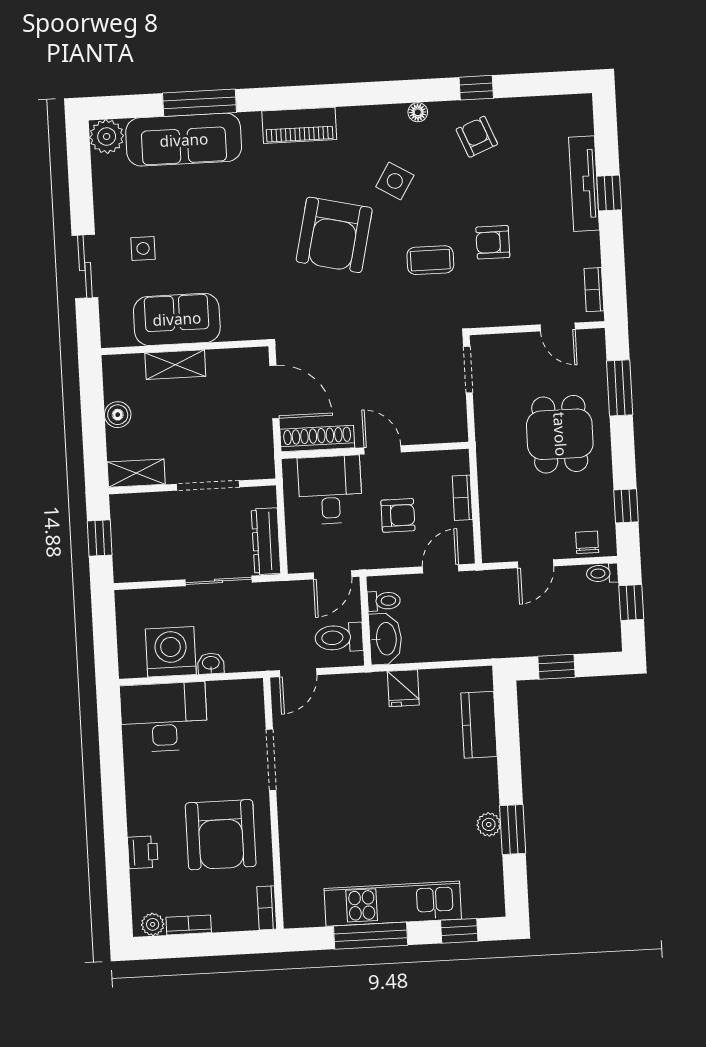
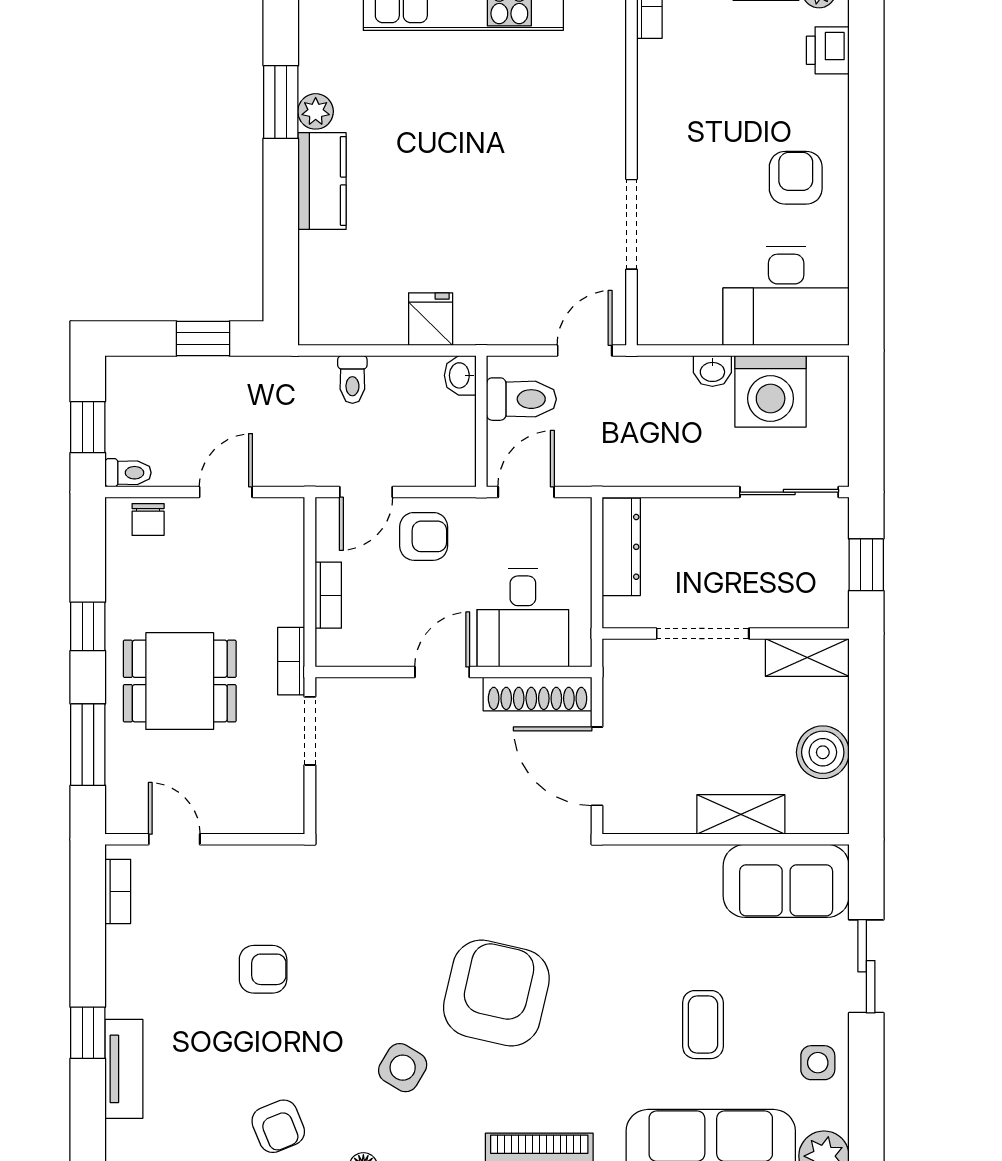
tv unit: (584, 184) -> (124, 1069), width x0.71
side table: (143, 248) -> (818, 1063), moved
coffee table: (430, 260) -> (703, 1025), moved, turned 90
sofa: (177, 319) -> (786, 881), moved
doorway: (468, 370) -> (310, 731), moved
boiler: (118, 415) -> (823, 752), width x1.36, depth x1.36
dining table: (560, 434) -> (180, 681), turned 90
door: (383, 450) -> (442, 672), swing flipped
bookcase: (485, 452) -> (291, 661), added
window: (626, 506) -> (88, 626), moved
armchair: (398, 515) -> (424, 536), moved, turned 180
sliding door: (218, 581) -> (789, 492), moved
toilet: (384, 601) -> (352, 380), moved, turned -90
washbasin: (385, 639) -> (460, 375), width x0.52, depth x0.69
kitchen counter: (479, 725) -> (322, 181), moved
armchair: (221, 835) -> (796, 178), moved, width x0.53, depth x0.53
printer: (143, 852) -> (828, 50), moved

